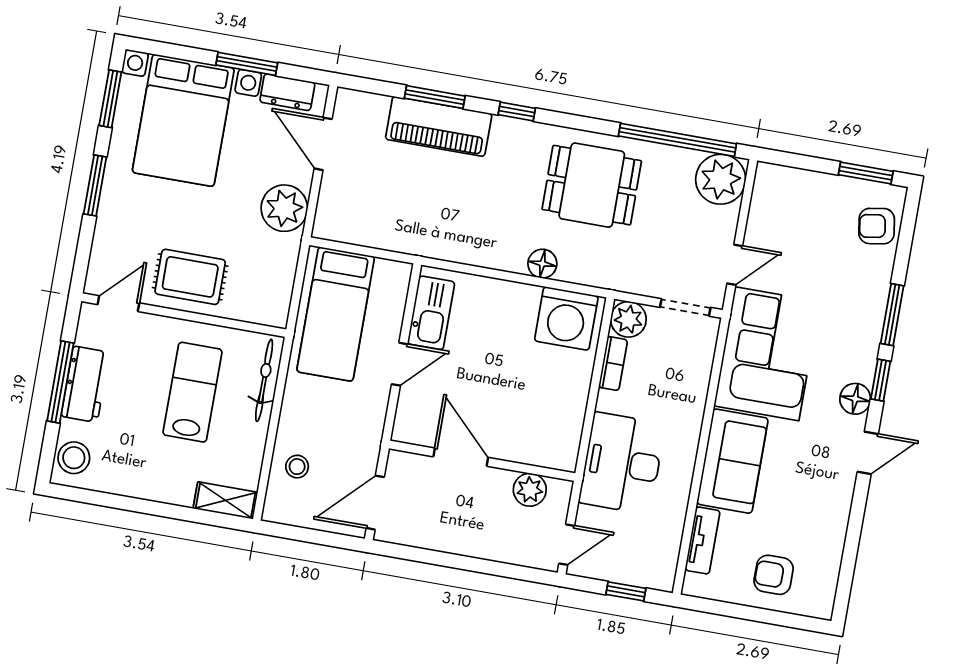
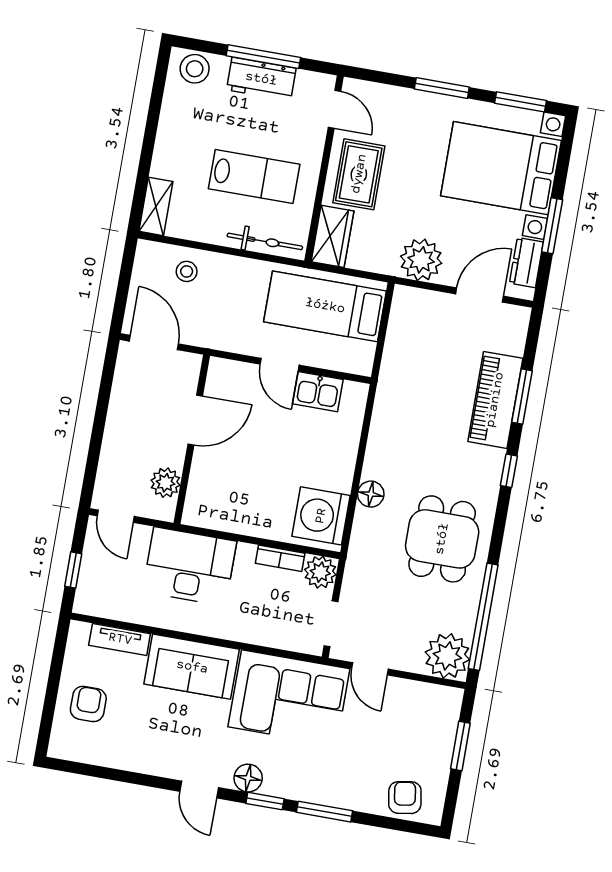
window: (866, 173) -> (460, 746), moved
wardrobe: (258, 306) -> (332, 236), added
kitchen sink: (431, 313) -> (318, 392), width x0.73

